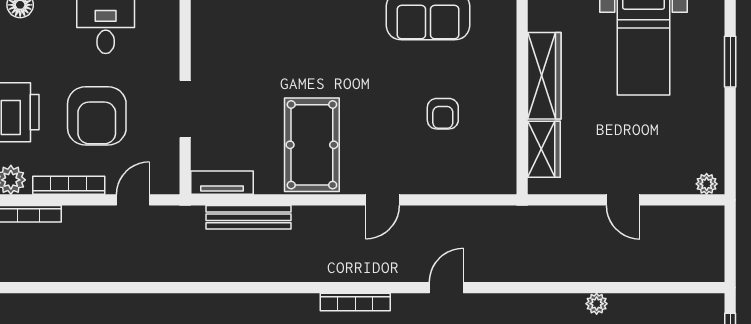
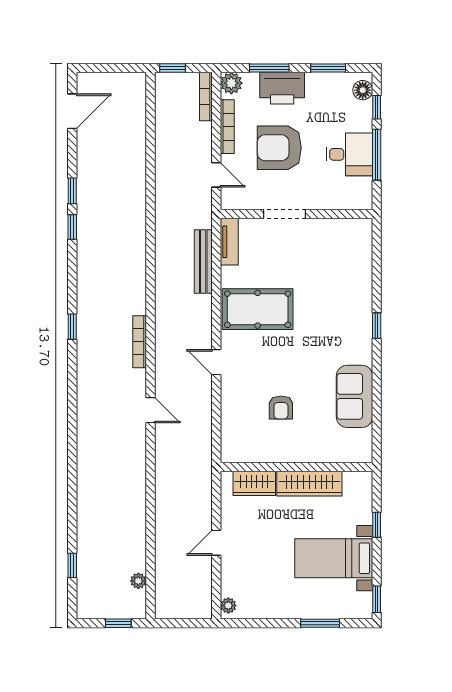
armchair: (443, 114) -> (281, 408), turned -90
plant: (597, 304) -> (138, 581), moved

